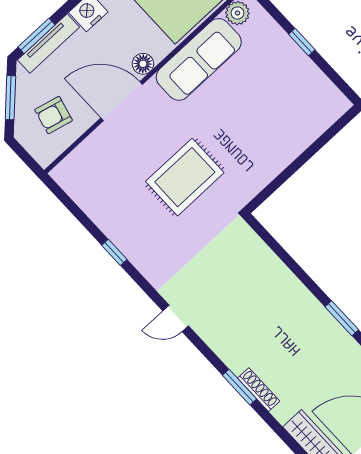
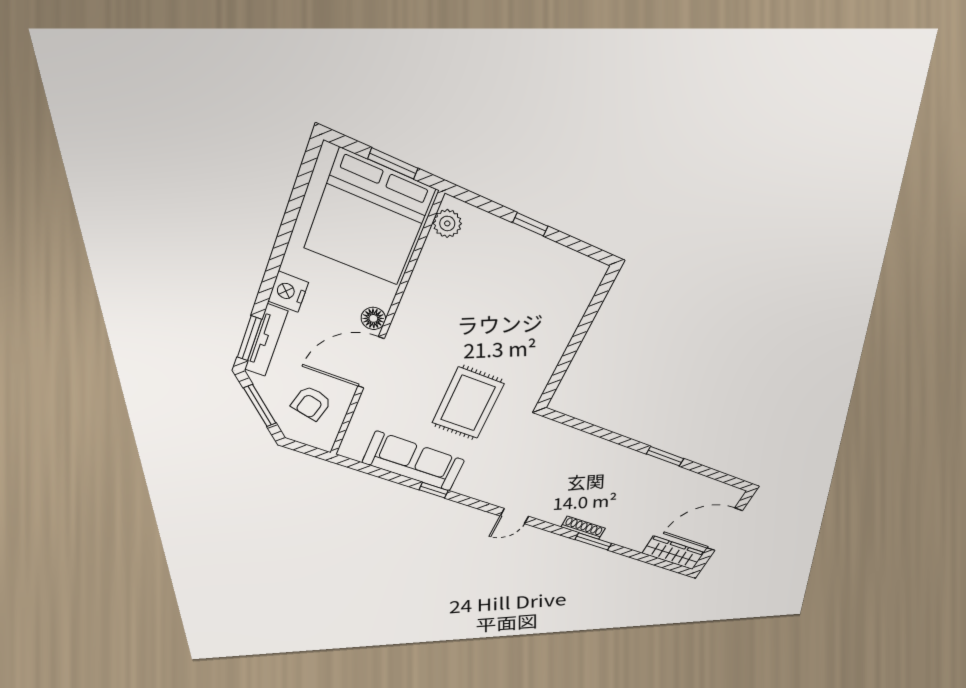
sofa: (199, 59) -> (414, 461), moved, turned -90
shoe rack: (259, 390) -> (583, 528), moved

